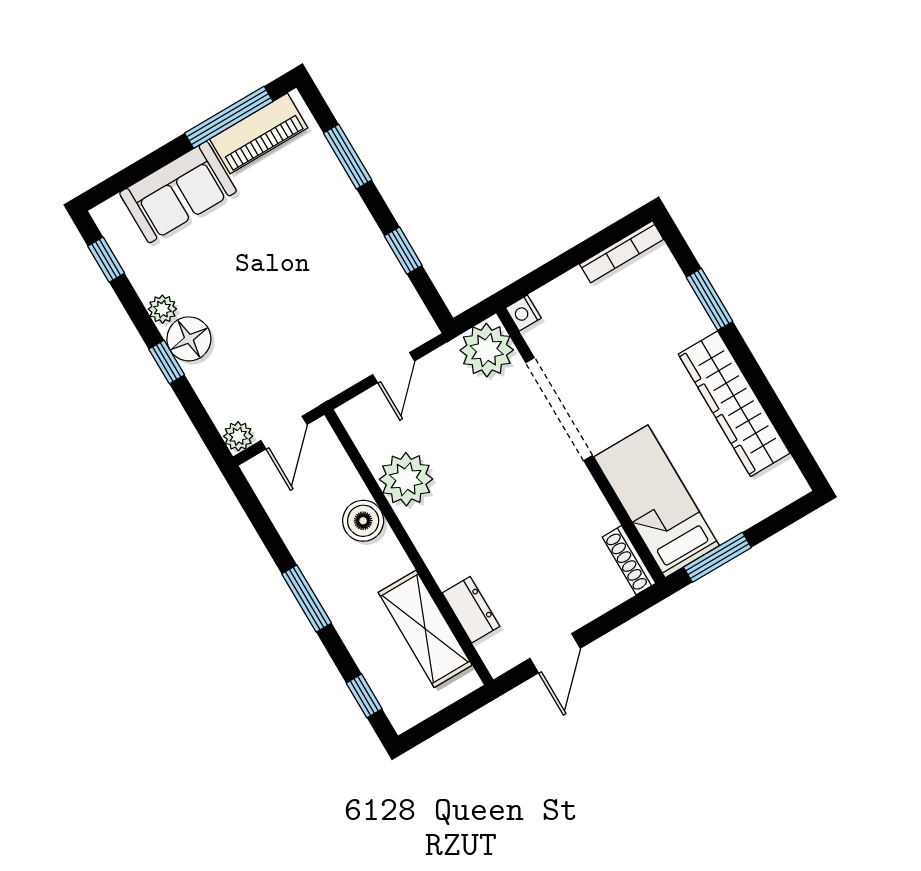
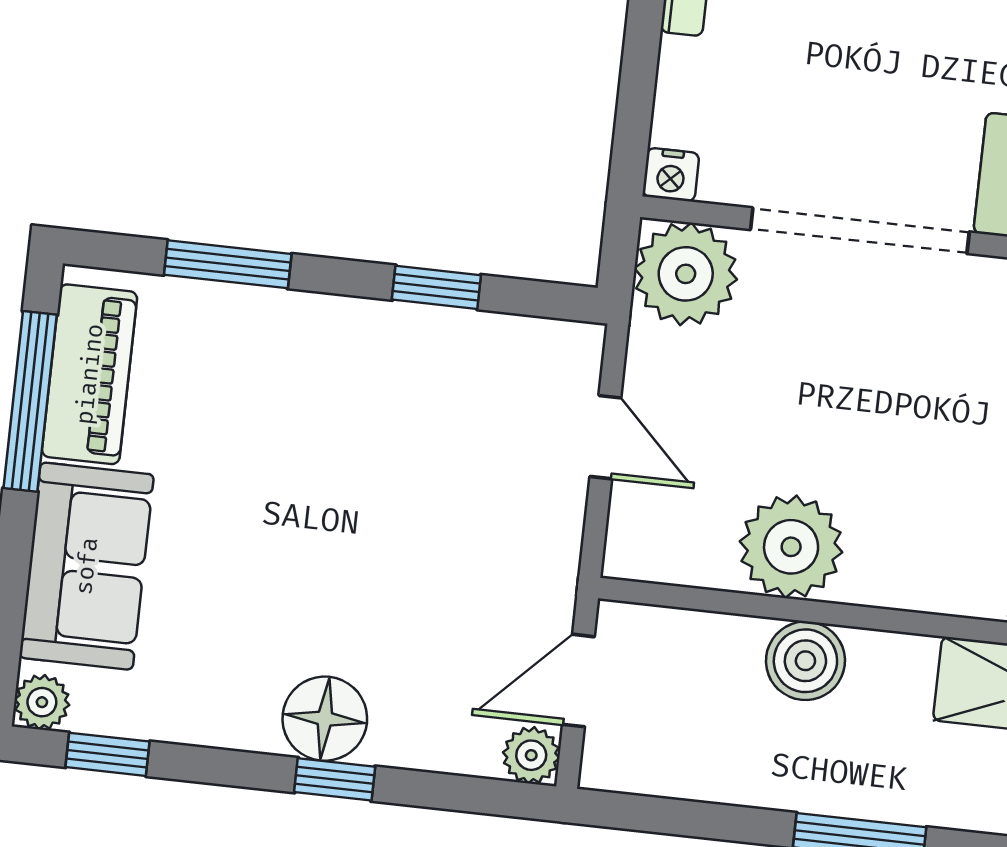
plant: (162, 309) -> (42, 702), moved
door: (284, 433) -> (578, 681), swing flipped

